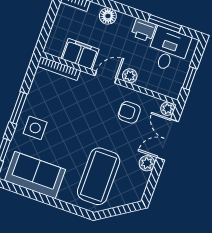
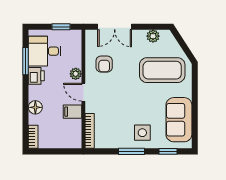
filing cabinet: (80, 54) -> (73, 112), width x0.50
plant: (168, 109) -> (91, 35), removed
plant: (147, 163) -> (153, 36), moved

